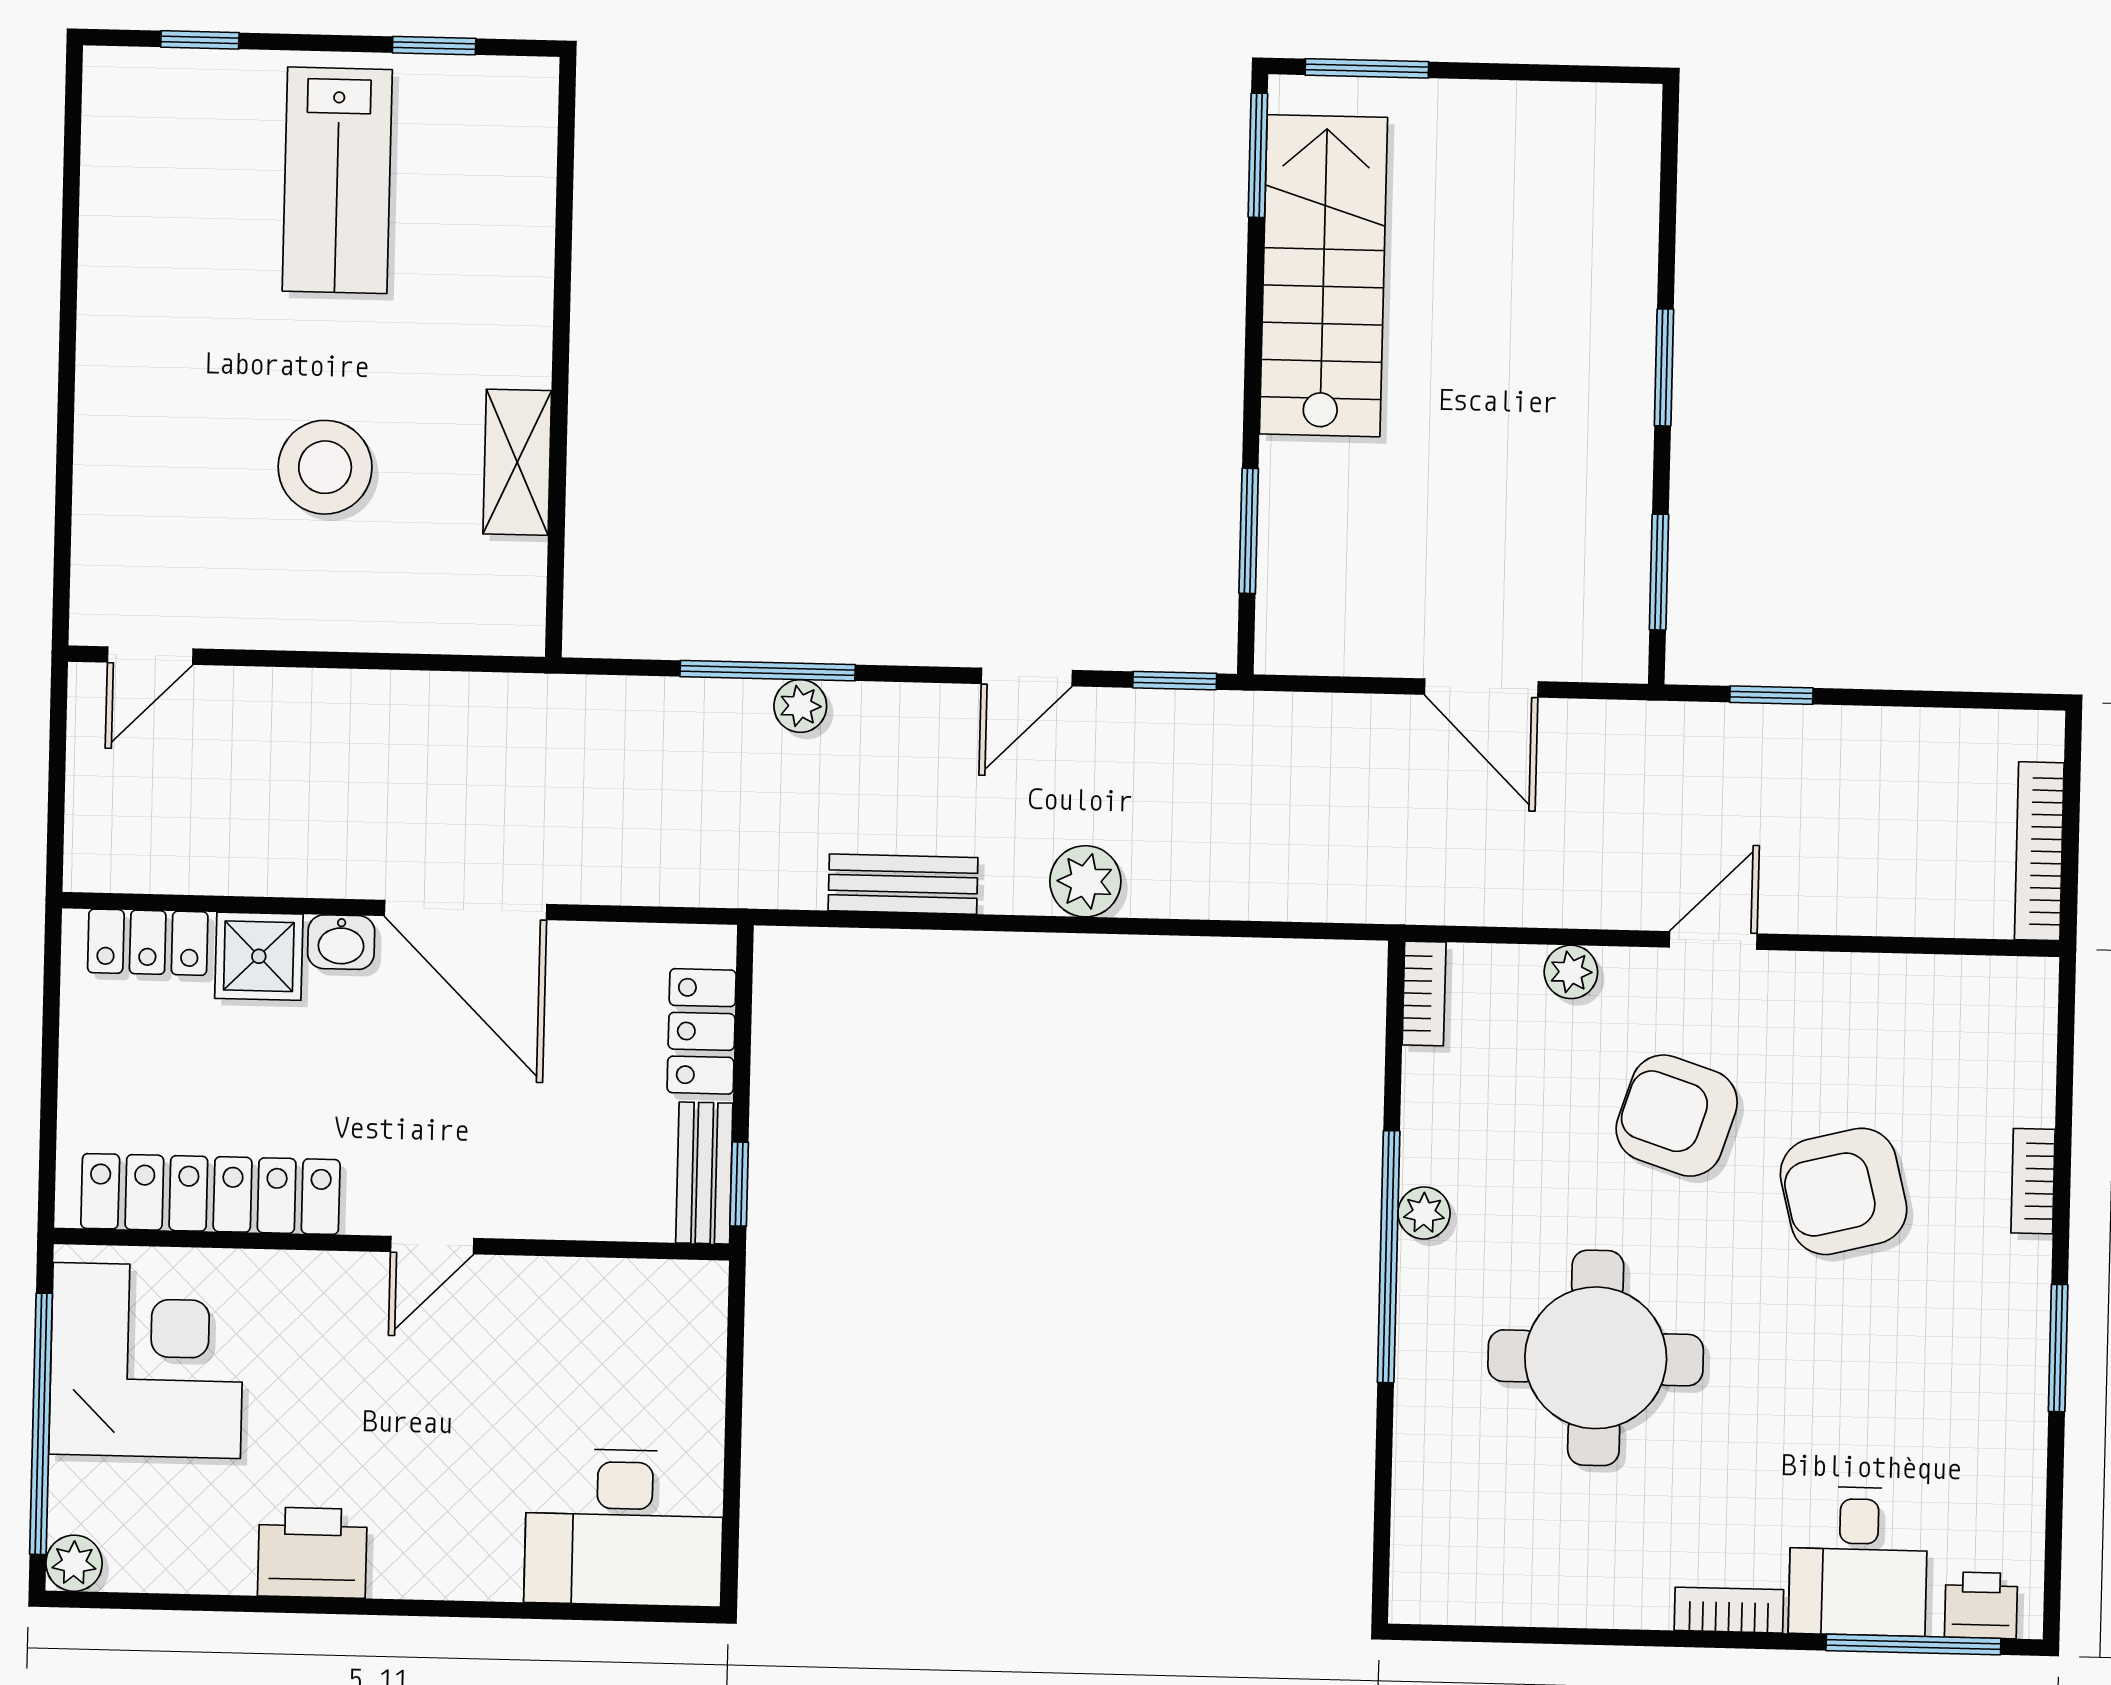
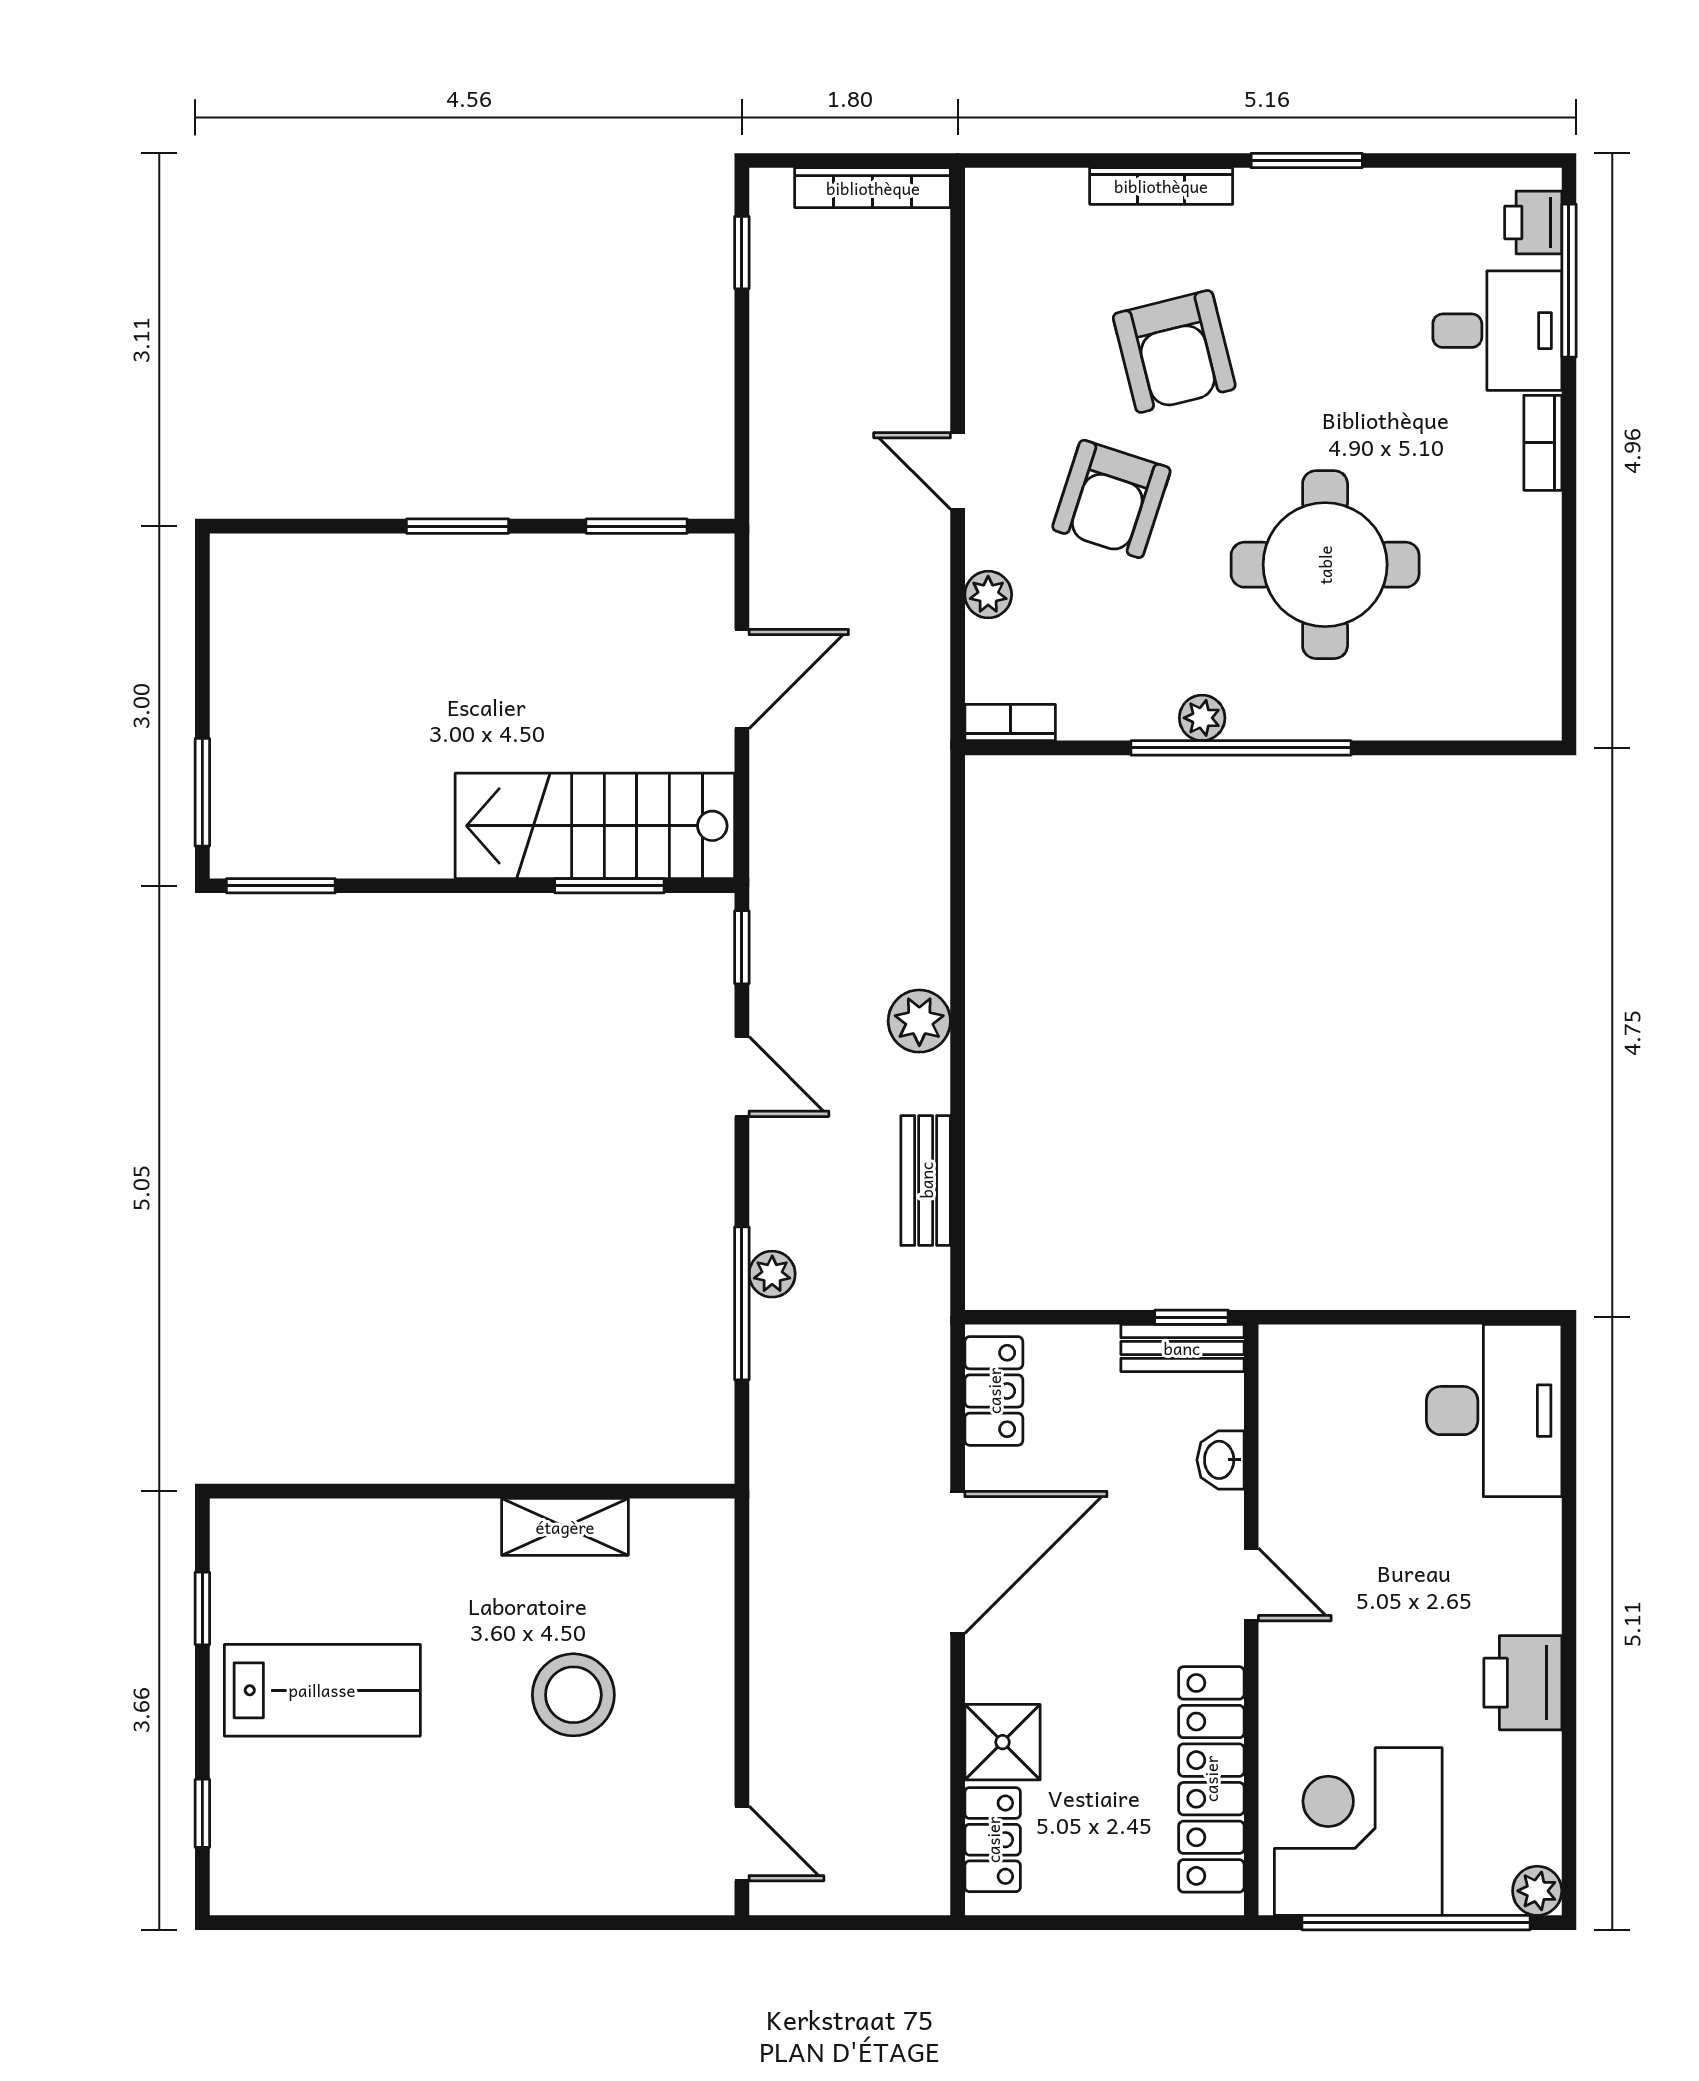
stairs: (1323, 276) -> (595, 826), moved
window: (1771, 695) -> (742, 253), moved
washbasin: (341, 942) -> (1221, 1460), moved, turned 180
locker: (702, 1031) -> (994, 1391), moved, turned -90
bookcase: (2033, 1181) -> (1161, 186), width x1.56

